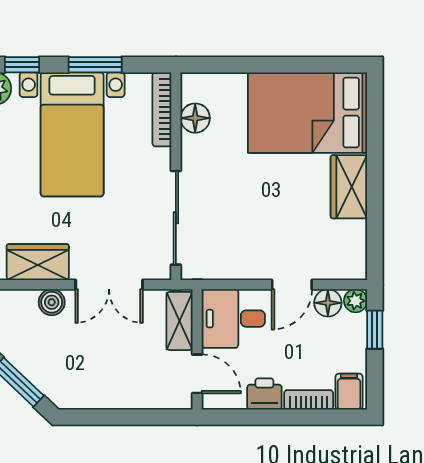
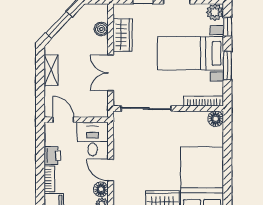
floor lamp: (195, 118) -> (216, 119), moved
boiler: (52, 302) -> (101, 29), moved
shelving: (179, 321) -> (51, 70), moved, turned 90
door: (197, 374) -> (63, 120), swing flipped

